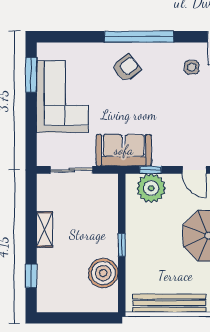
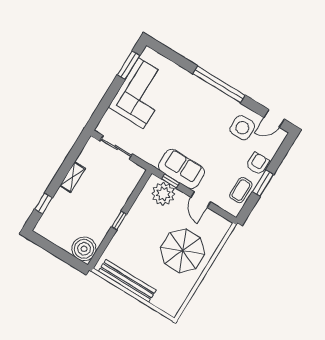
side table: (192, 67) -> (242, 128), width x1.87, depth x1.87
armchair: (126, 68) -> (197, 101), removed
sofa: (124, 150) -> (181, 169), moved
boiler: (103, 273) -> (84, 249), moved

